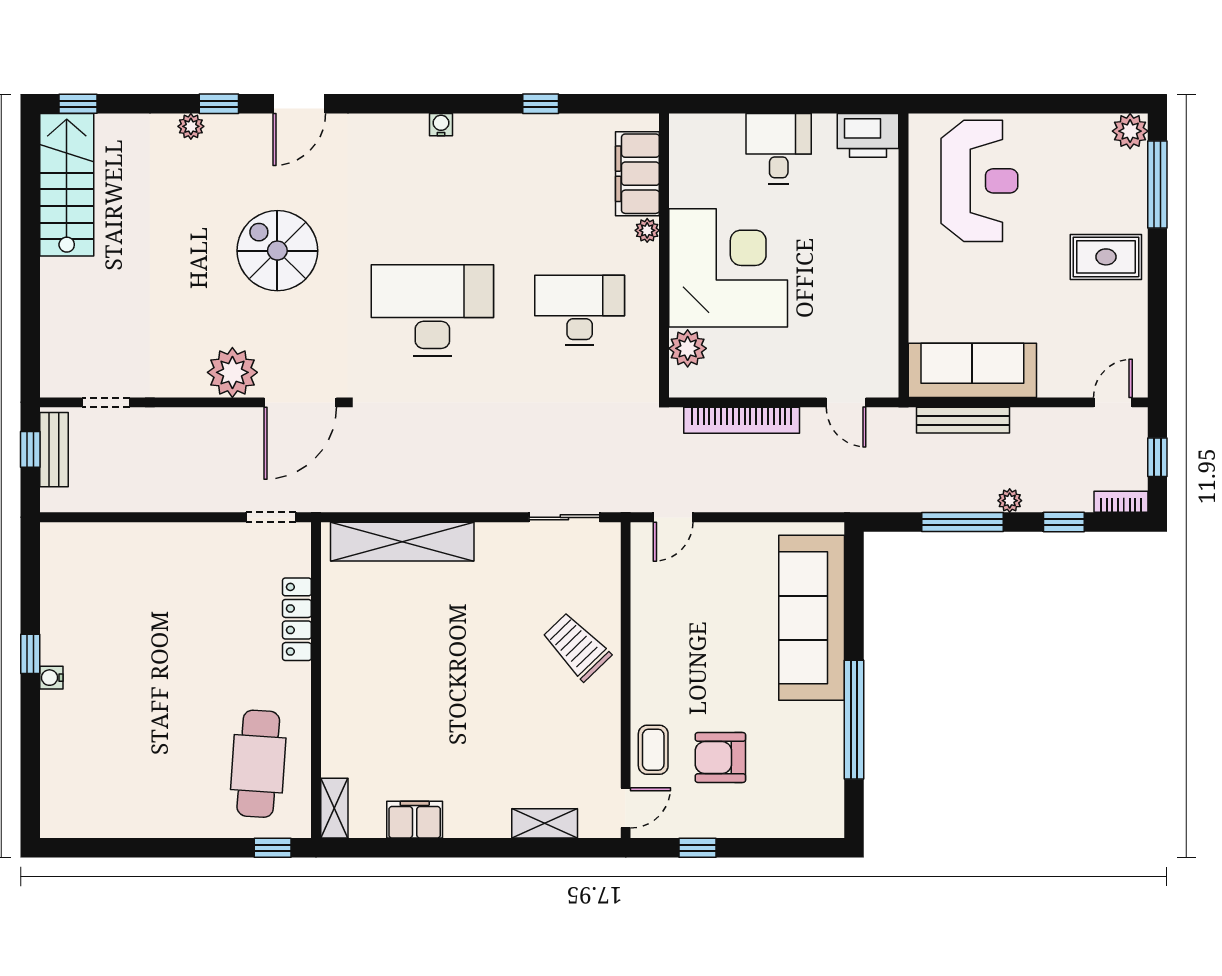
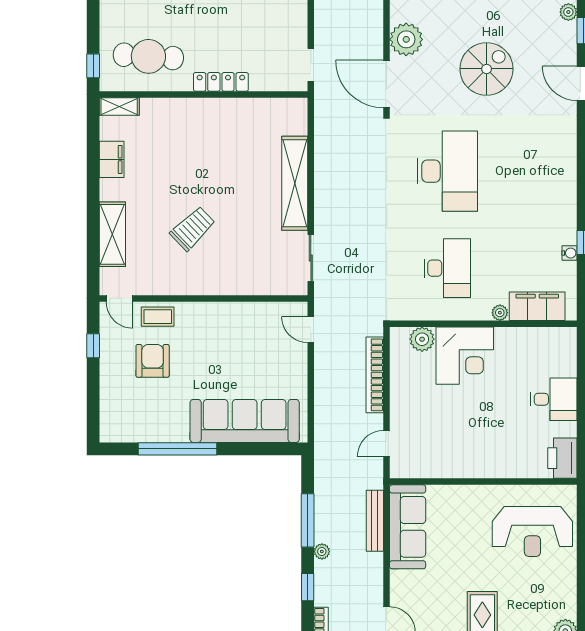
water cooler: (441, 125) -> (570, 253), moved
corner desk: (728, 268) -> (465, 356), width x0.74, depth x0.74
shelving: (402, 542) -> (295, 183), moved
locker: (297, 619) -> (221, 82), moved
trolley: (577, 647) -> (193, 229), moved
shelving: (545, 823) -> (112, 234), width x1.50, depth x1.33

